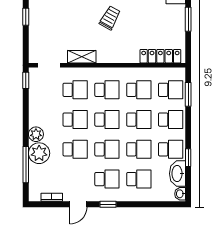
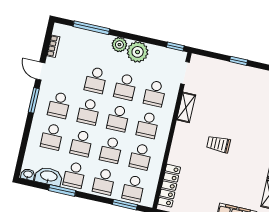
trolley: (110, 18) -> (218, 144), turned 151
plant: (39, 153) -> (138, 52), moved
window: (188, 158) -> (62, 190), width x1.50
window: (108, 204) -> (34, 100), width x1.50

